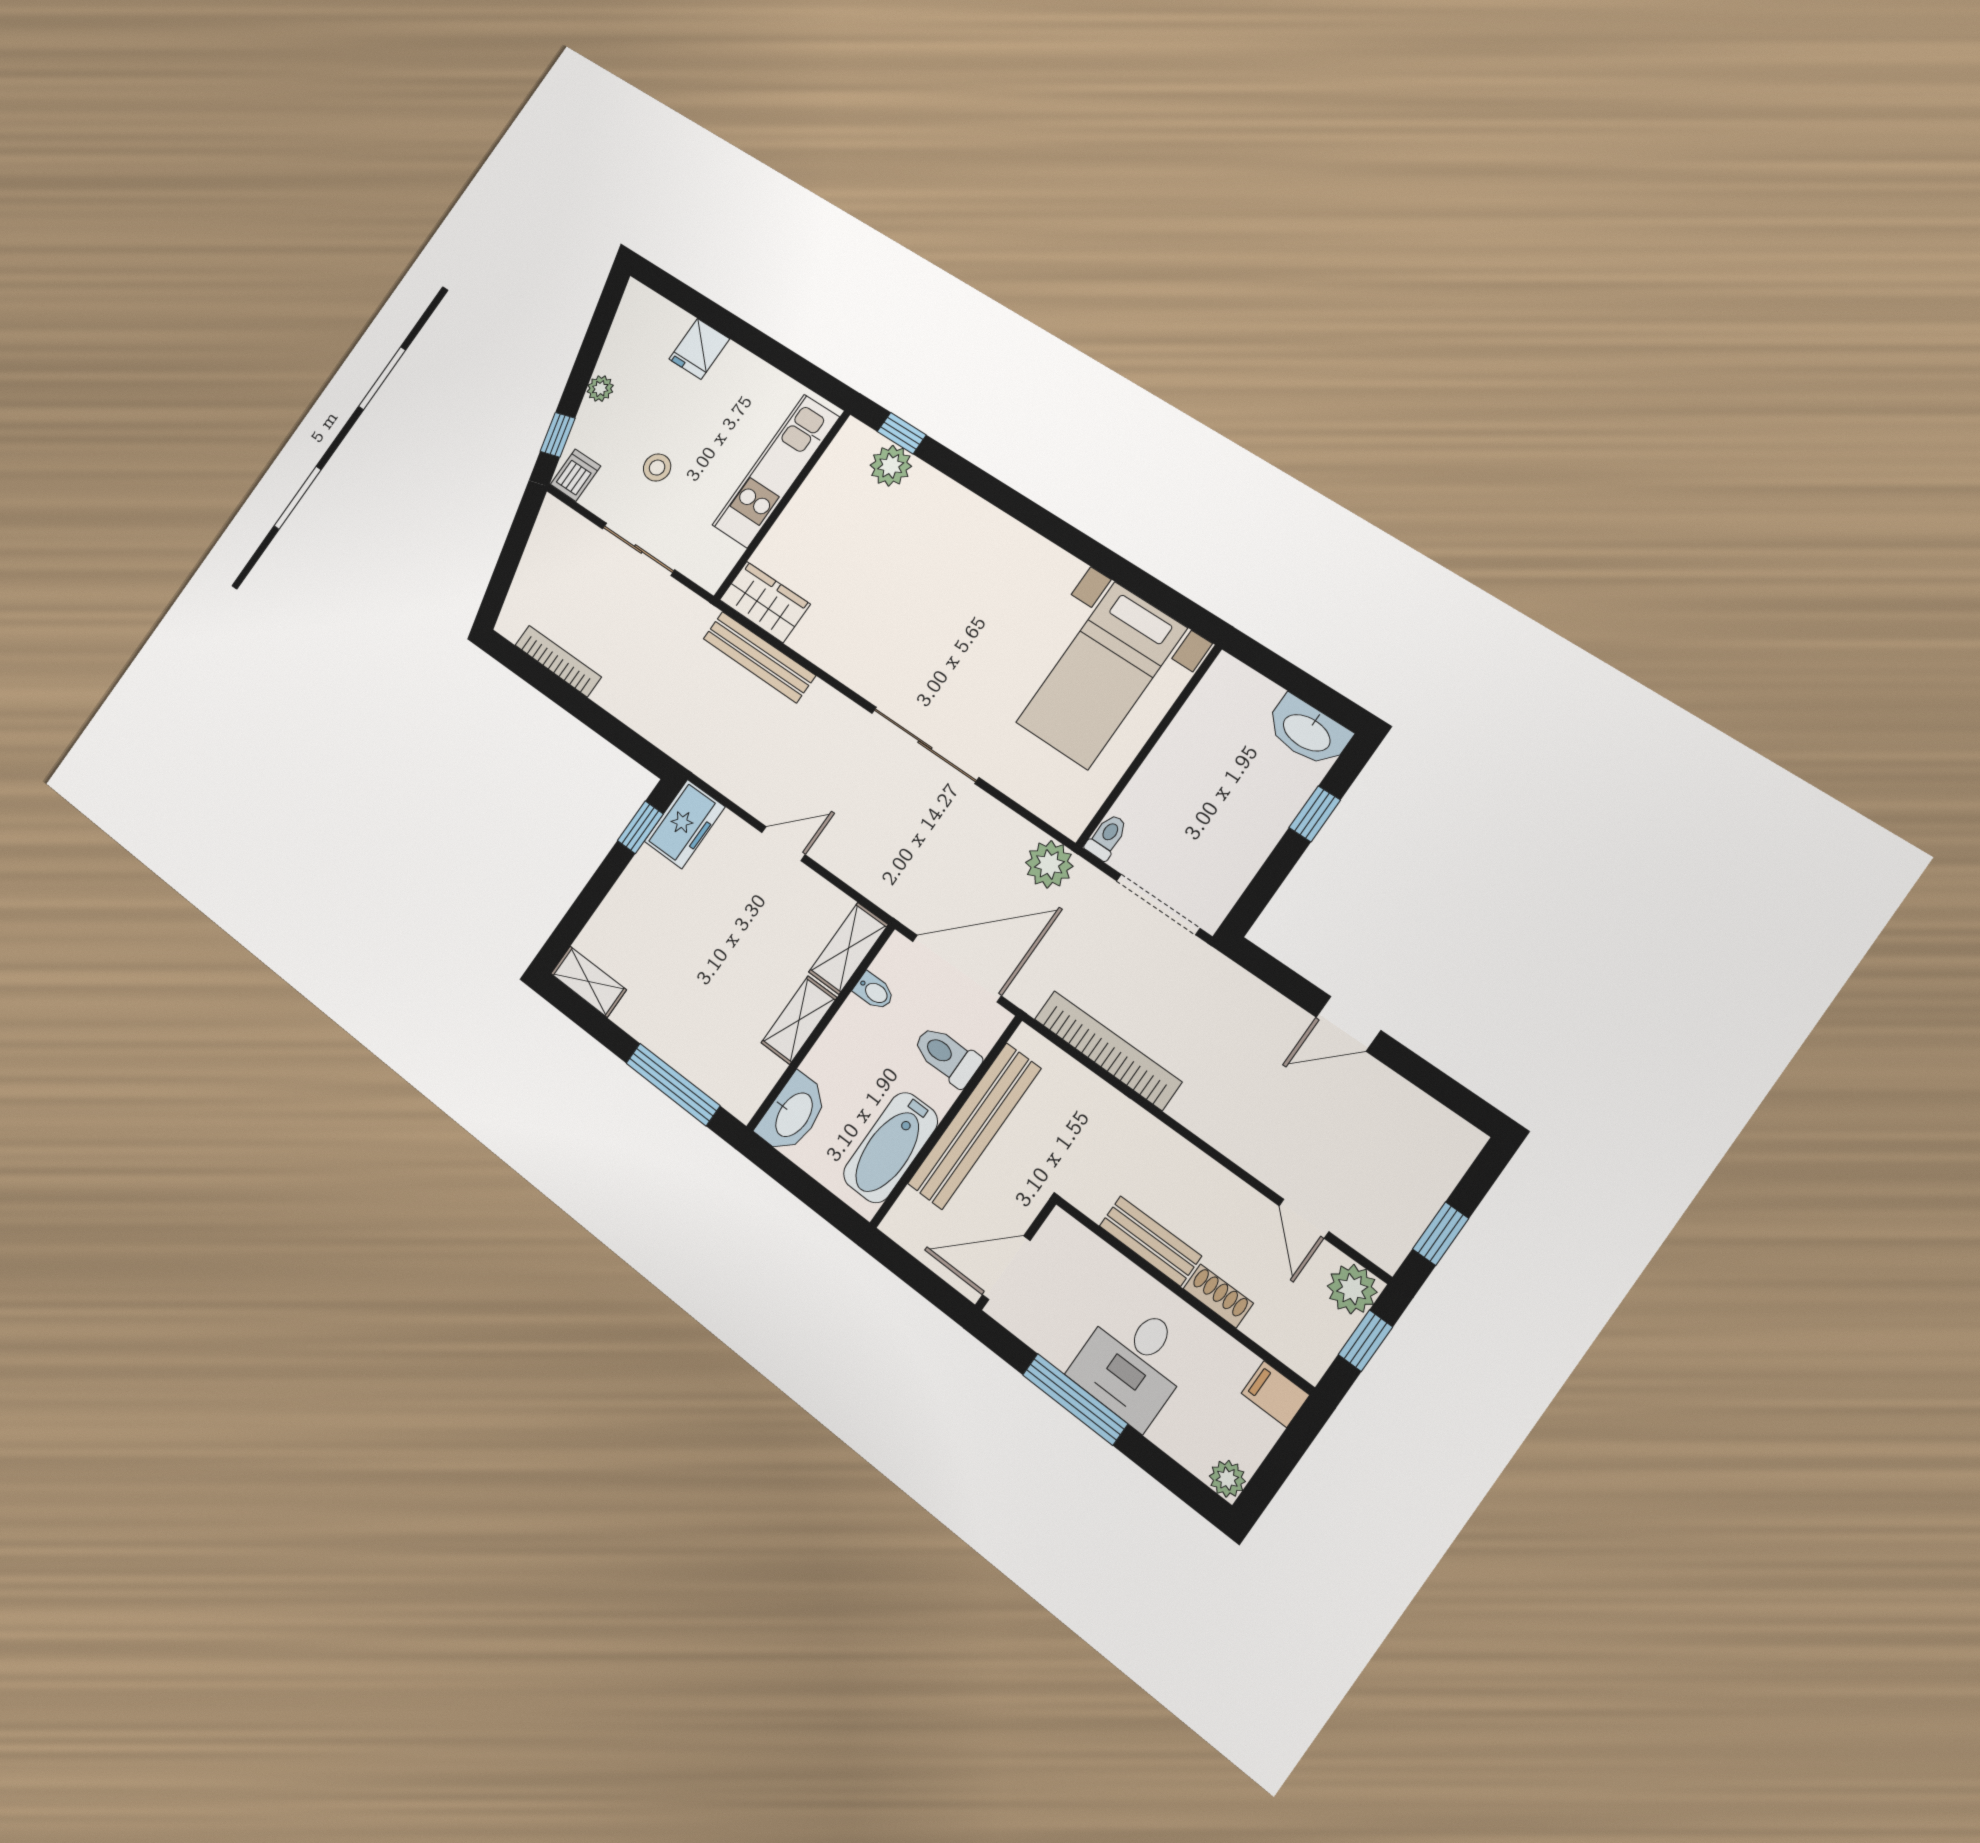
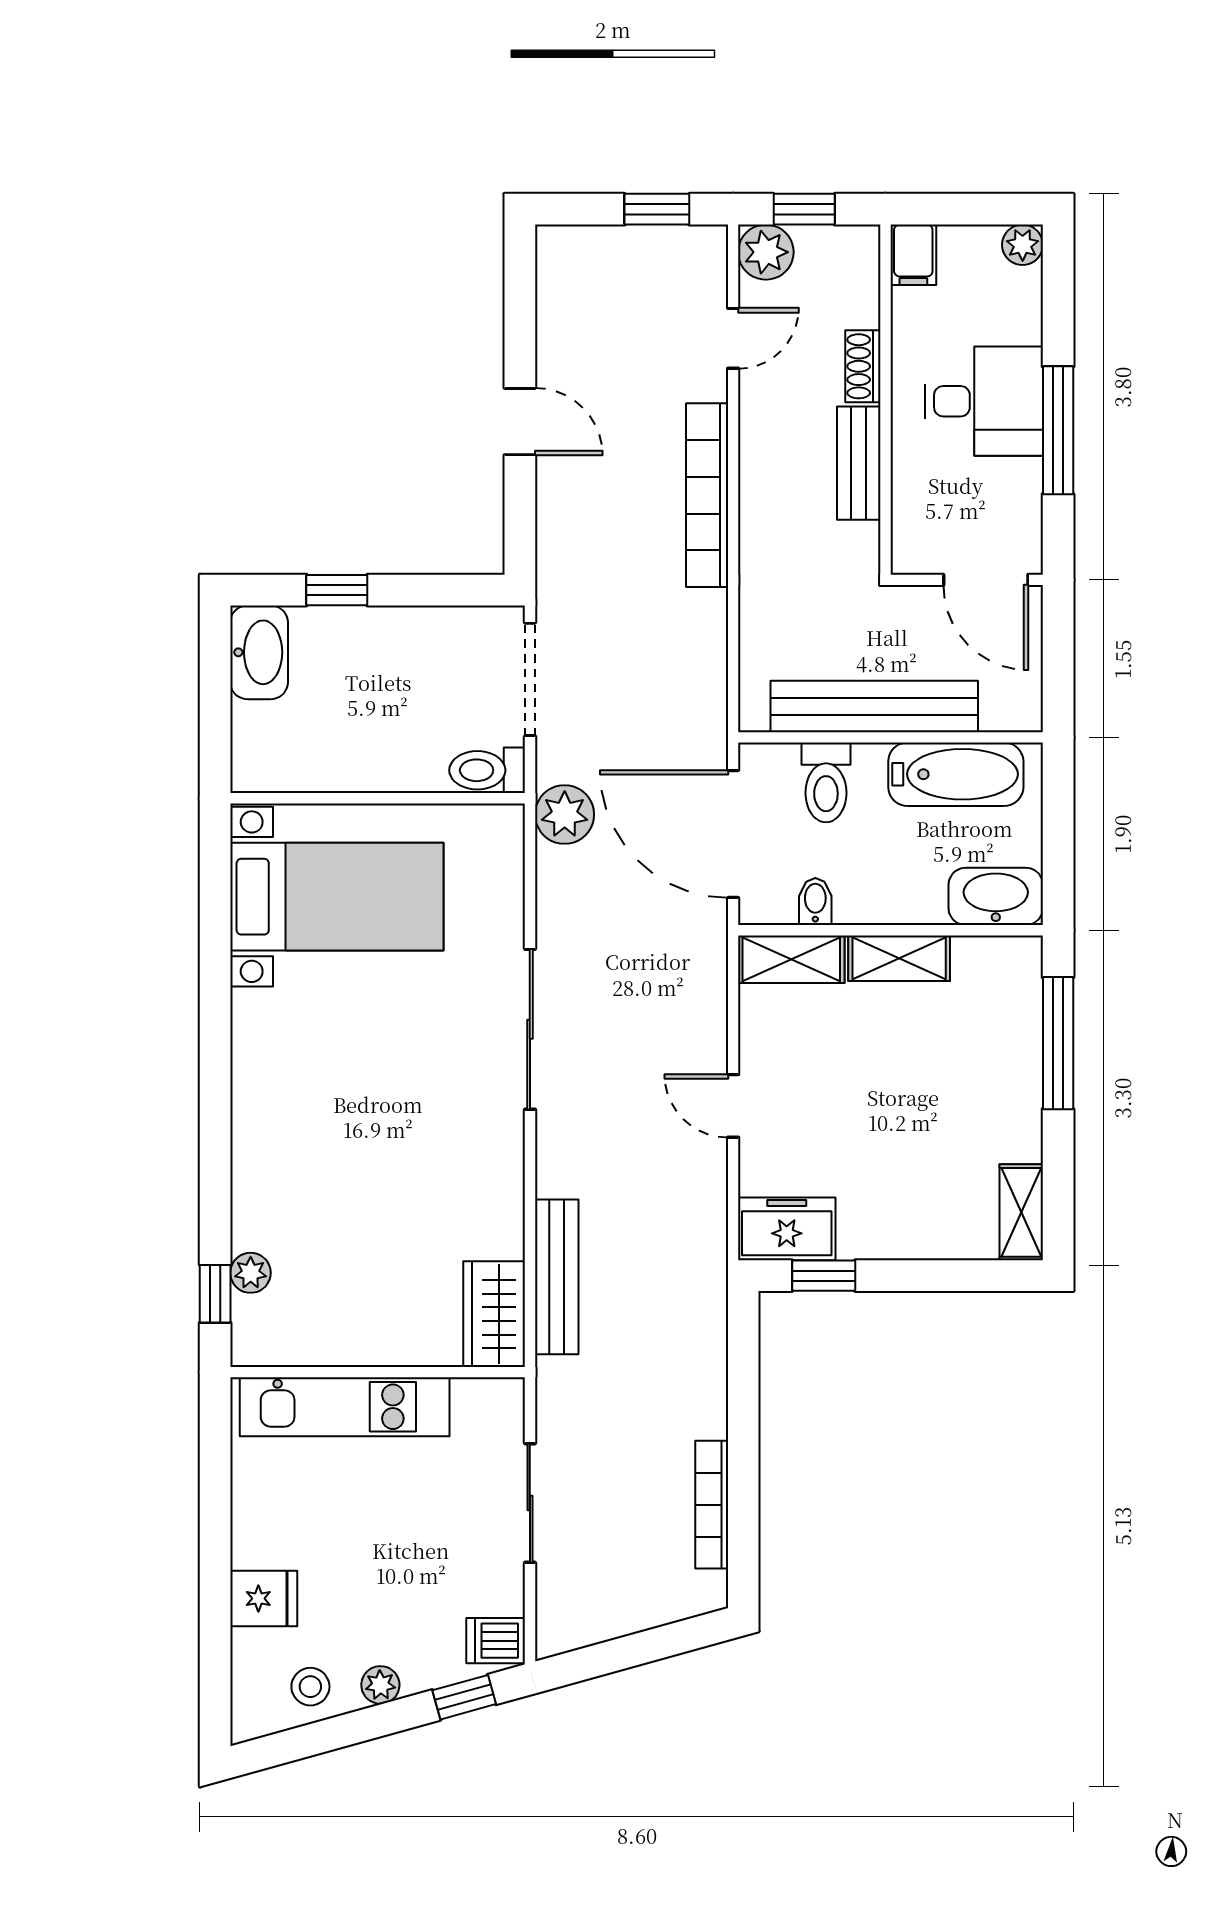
plant: (891, 466) -> (251, 1273), width x0.73, depth x0.73
stool: (657, 468) -> (310, 1687), moved
toilet: (1107, 837) -> (487, 770), width x1.37, depth x1.39
bookcase: (1108, 1050) -> (707, 495), moved

